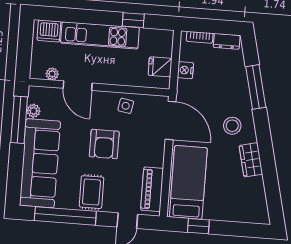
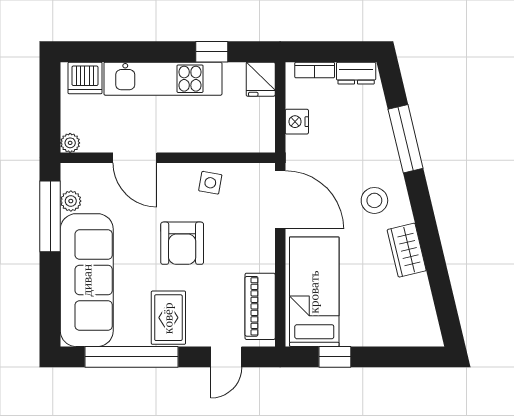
fridge: (160, 67) -> (261, 79), moved, turned -90
plant: (52, 74) -> (70, 143), moved

